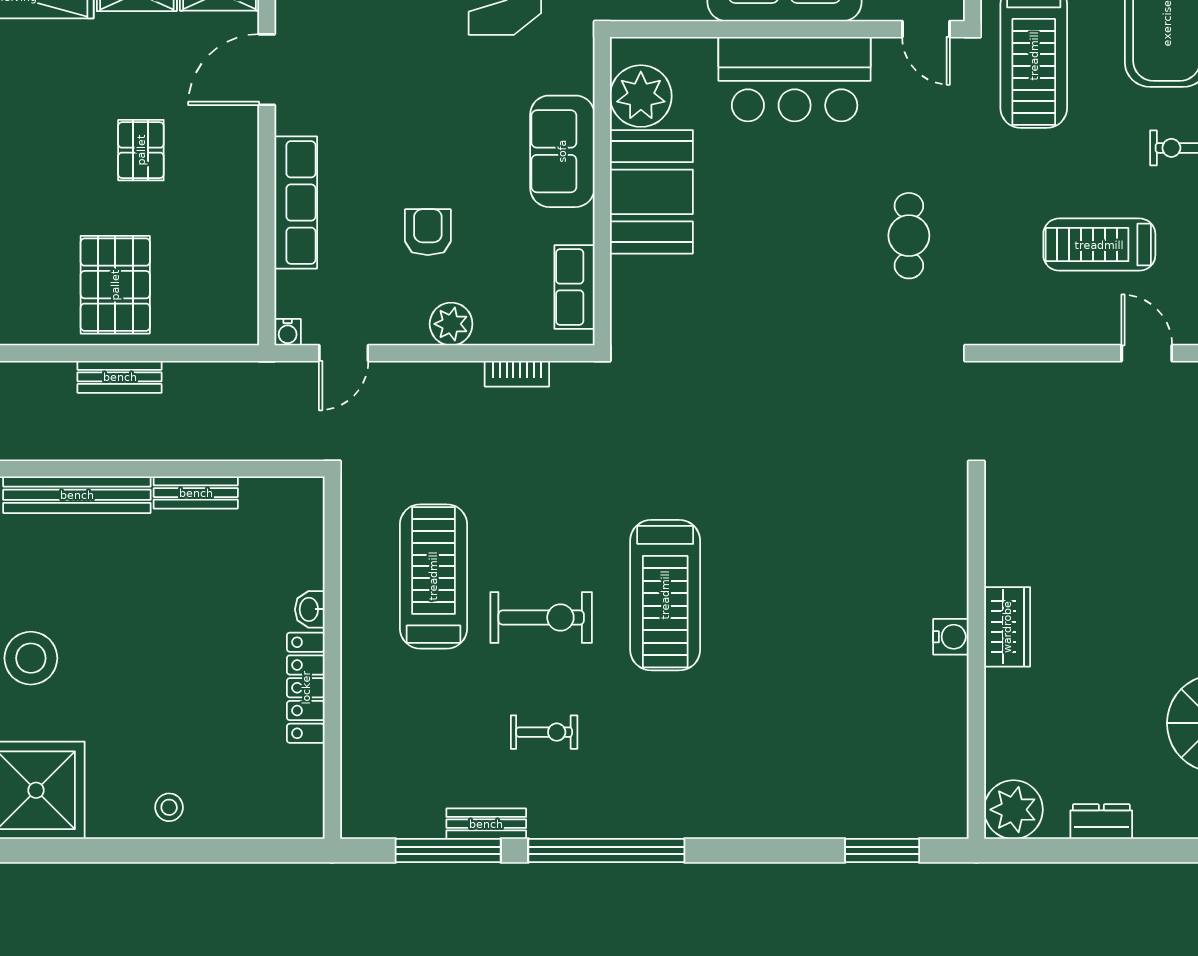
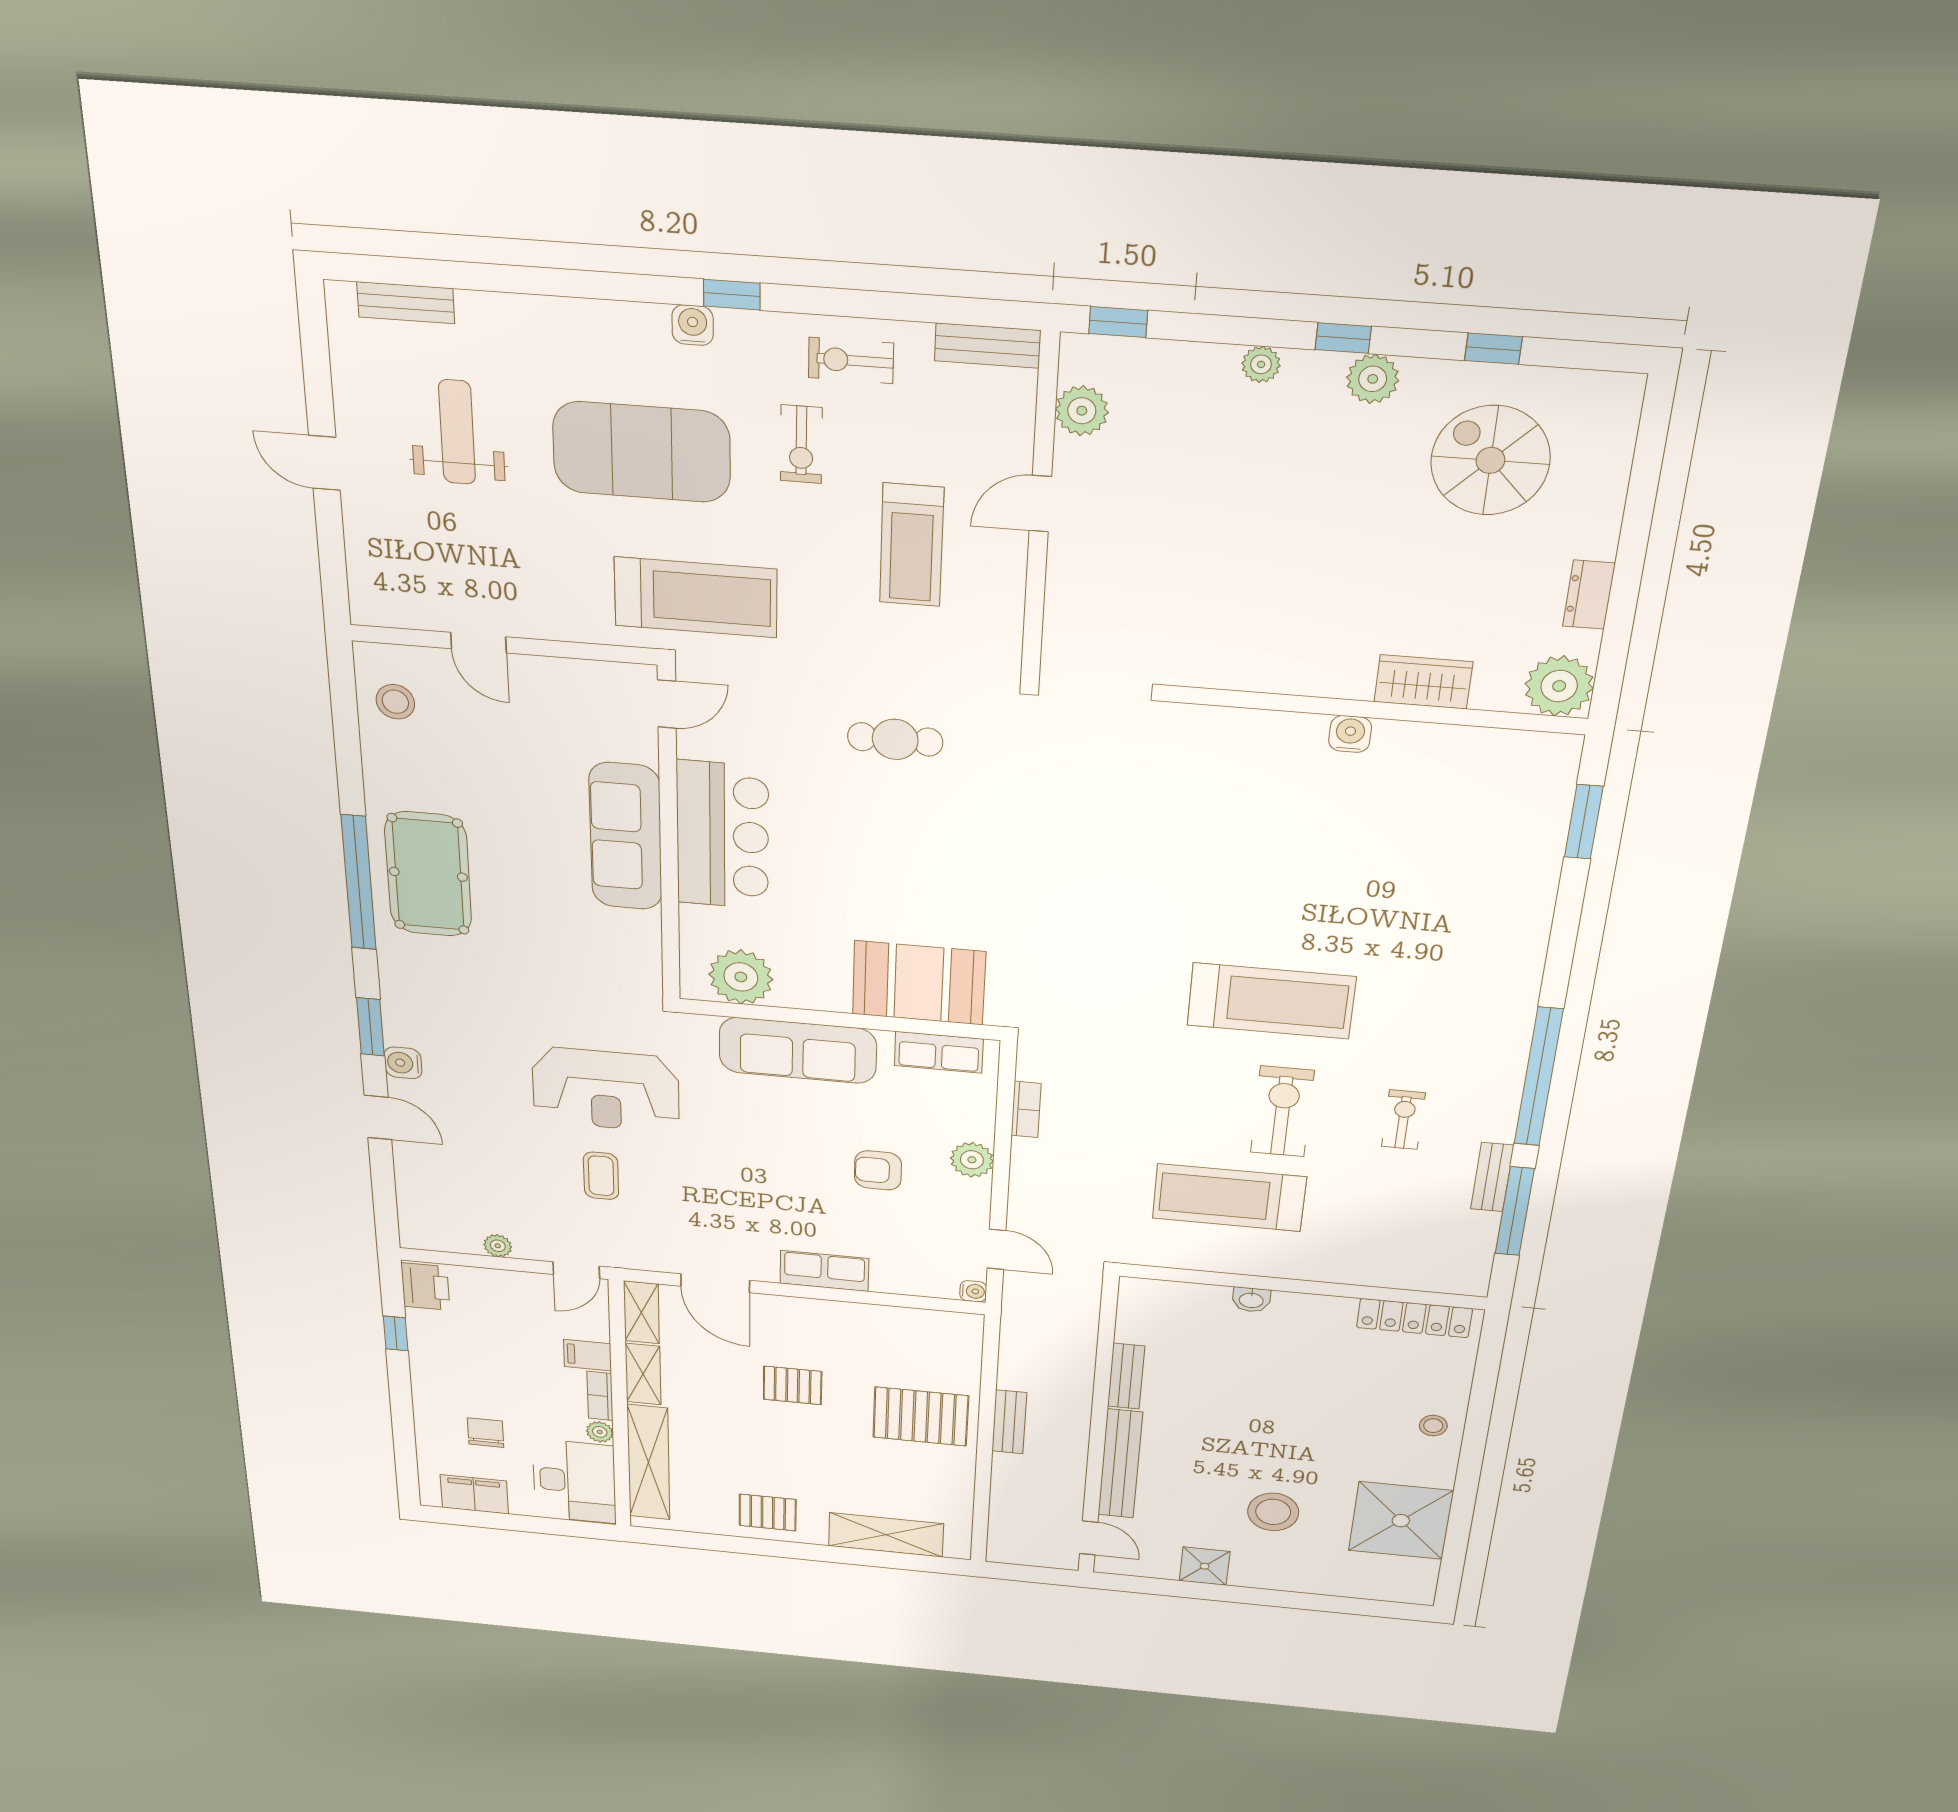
sofa: (562, 151) -> (798, 1050), width x1.36
booth: (651, 192) -> (919, 983), moved
row of seats: (296, 202) -> (824, 1271), width x0.68
wardrobe: (1007, 627) -> (1423, 682), moved
locker: (306, 688) -> (1414, 1318), moved

